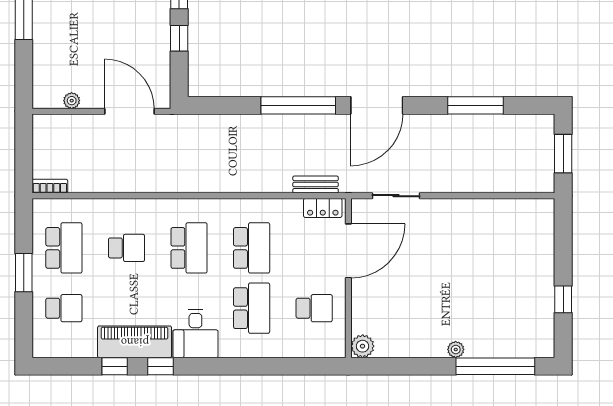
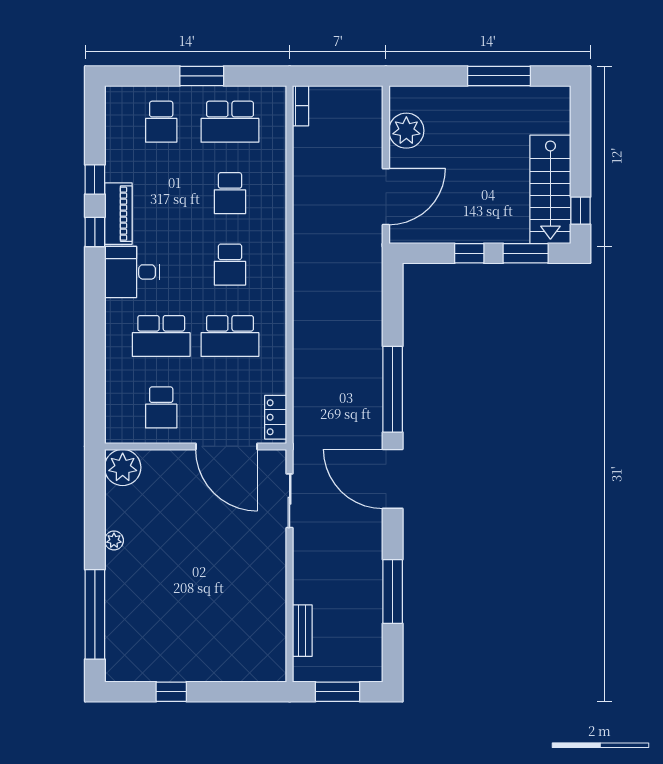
plant: (72, 101) -> (406, 131), width x1.87, depth x1.87
bench: (316, 185) -> (302, 631), moved
school desk: (189, 248) -> (230, 265), width x0.54
piano: (135, 342) -> (118, 214), width x0.73, depth x0.75
plant: (363, 346) -> (123, 467), width x1.36, depth x1.36
plant: (456, 349) -> (114, 540), moved

